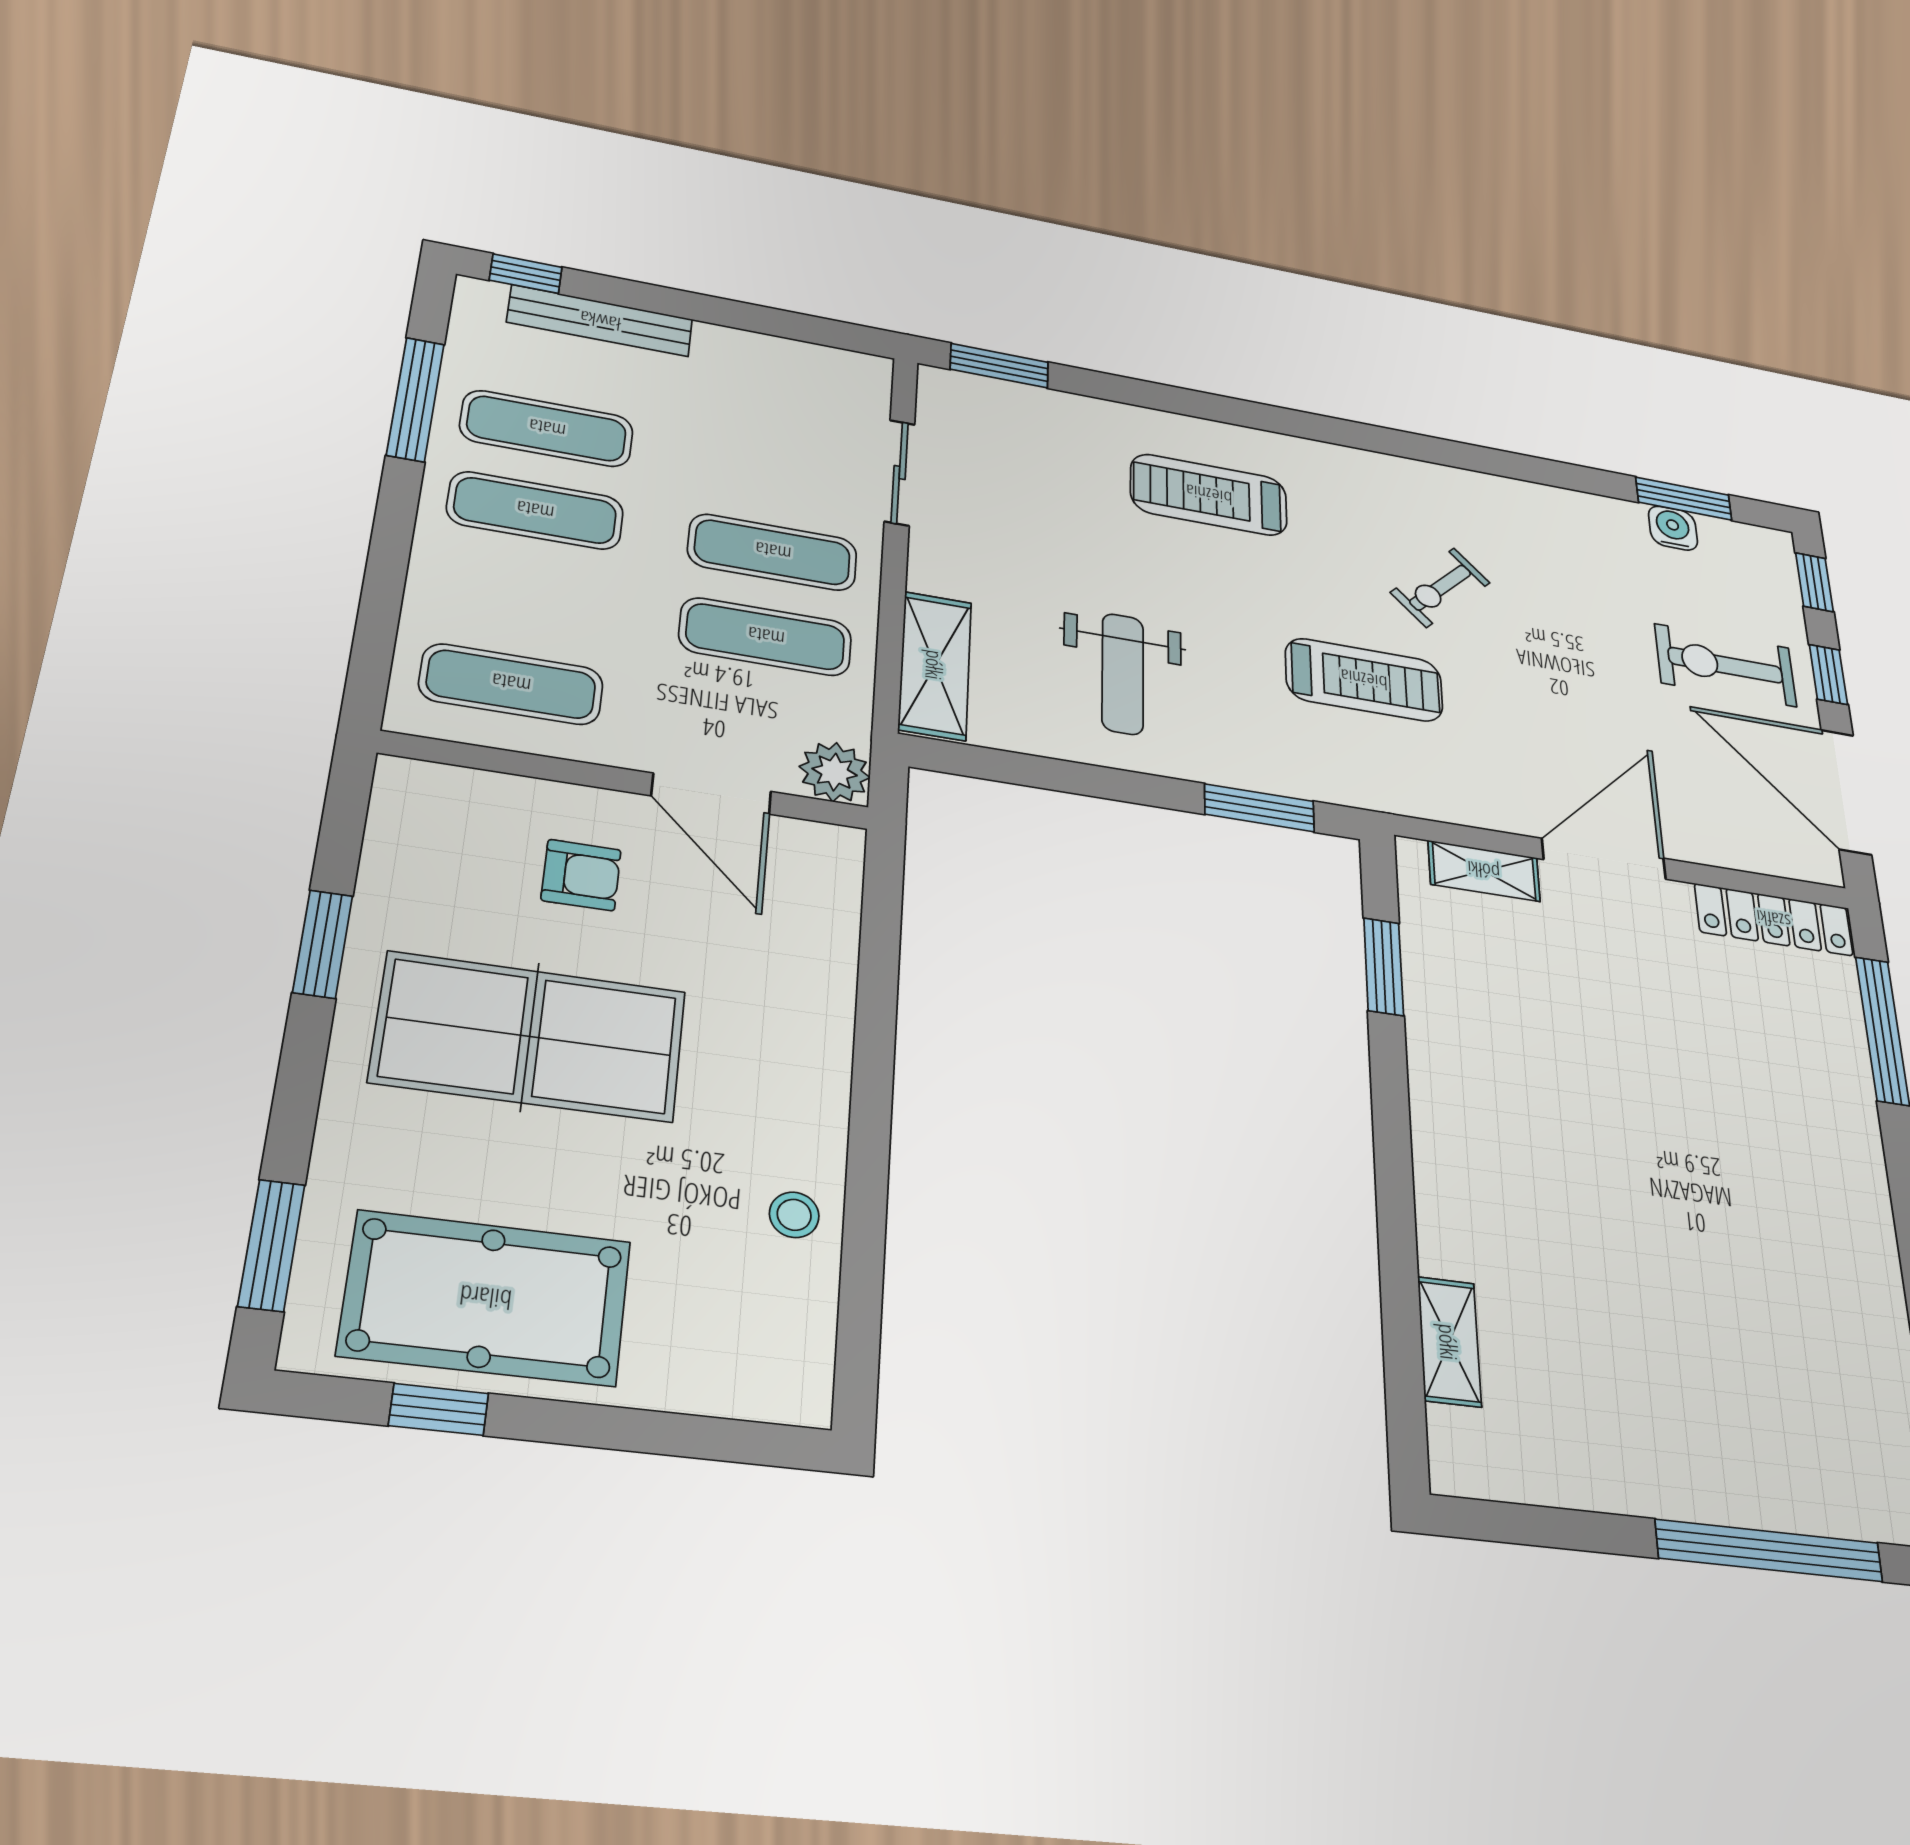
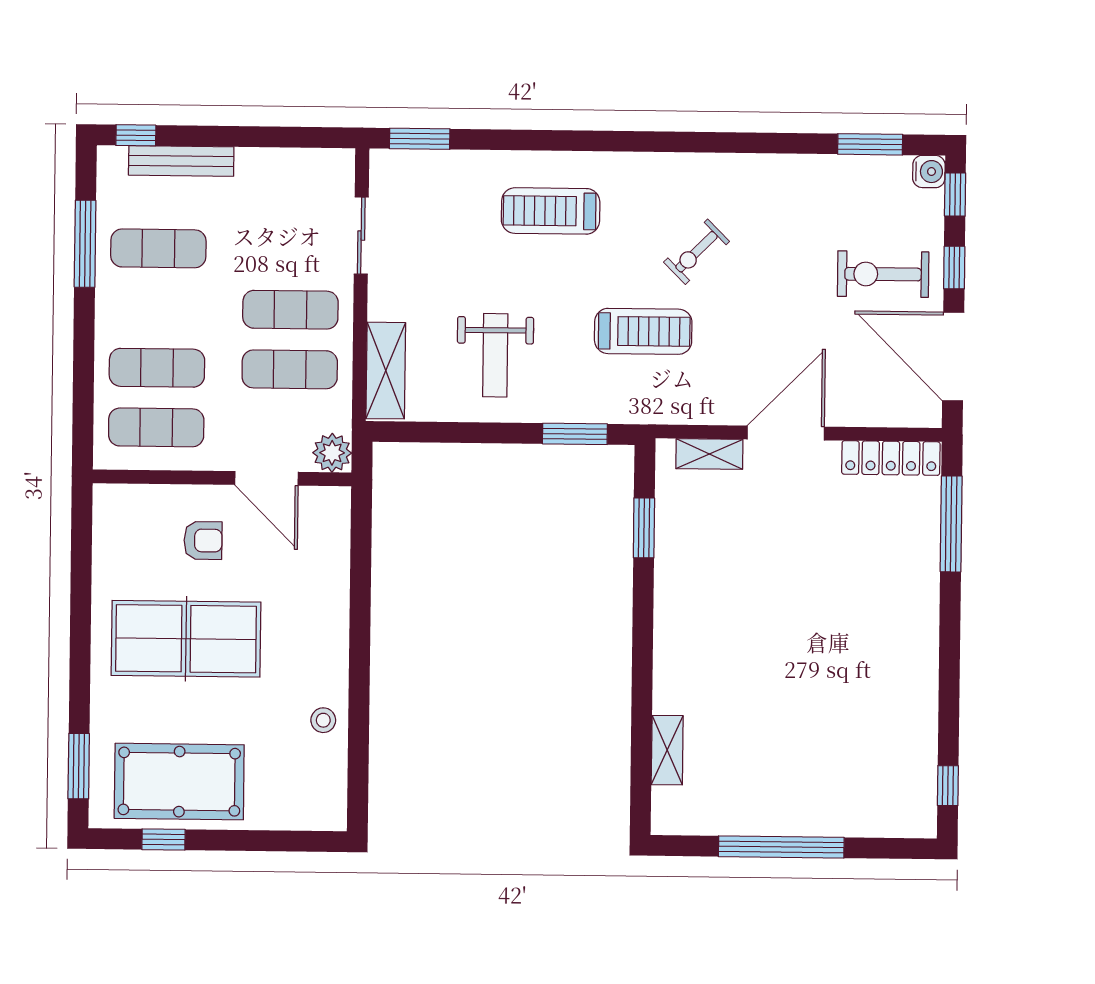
exercise mat: (535, 511) -> (157, 368), moved
water cooler: (1673, 528) -> (929, 171), moved, turned 90
window: (323, 944) -> (81, 601), removed
window: (1769, 1551) -> (781, 847), moved

